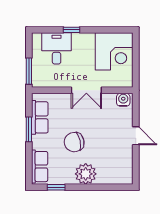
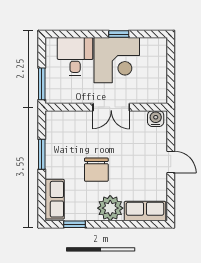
window: (71, 30) -> (119, 34), moved
corner desk: (114, 51) -> (117, 60), moved
row of seats: (40, 117) -> (145, 211), moved, turned -90
chair: (74, 142) -> (96, 170), turned -78

